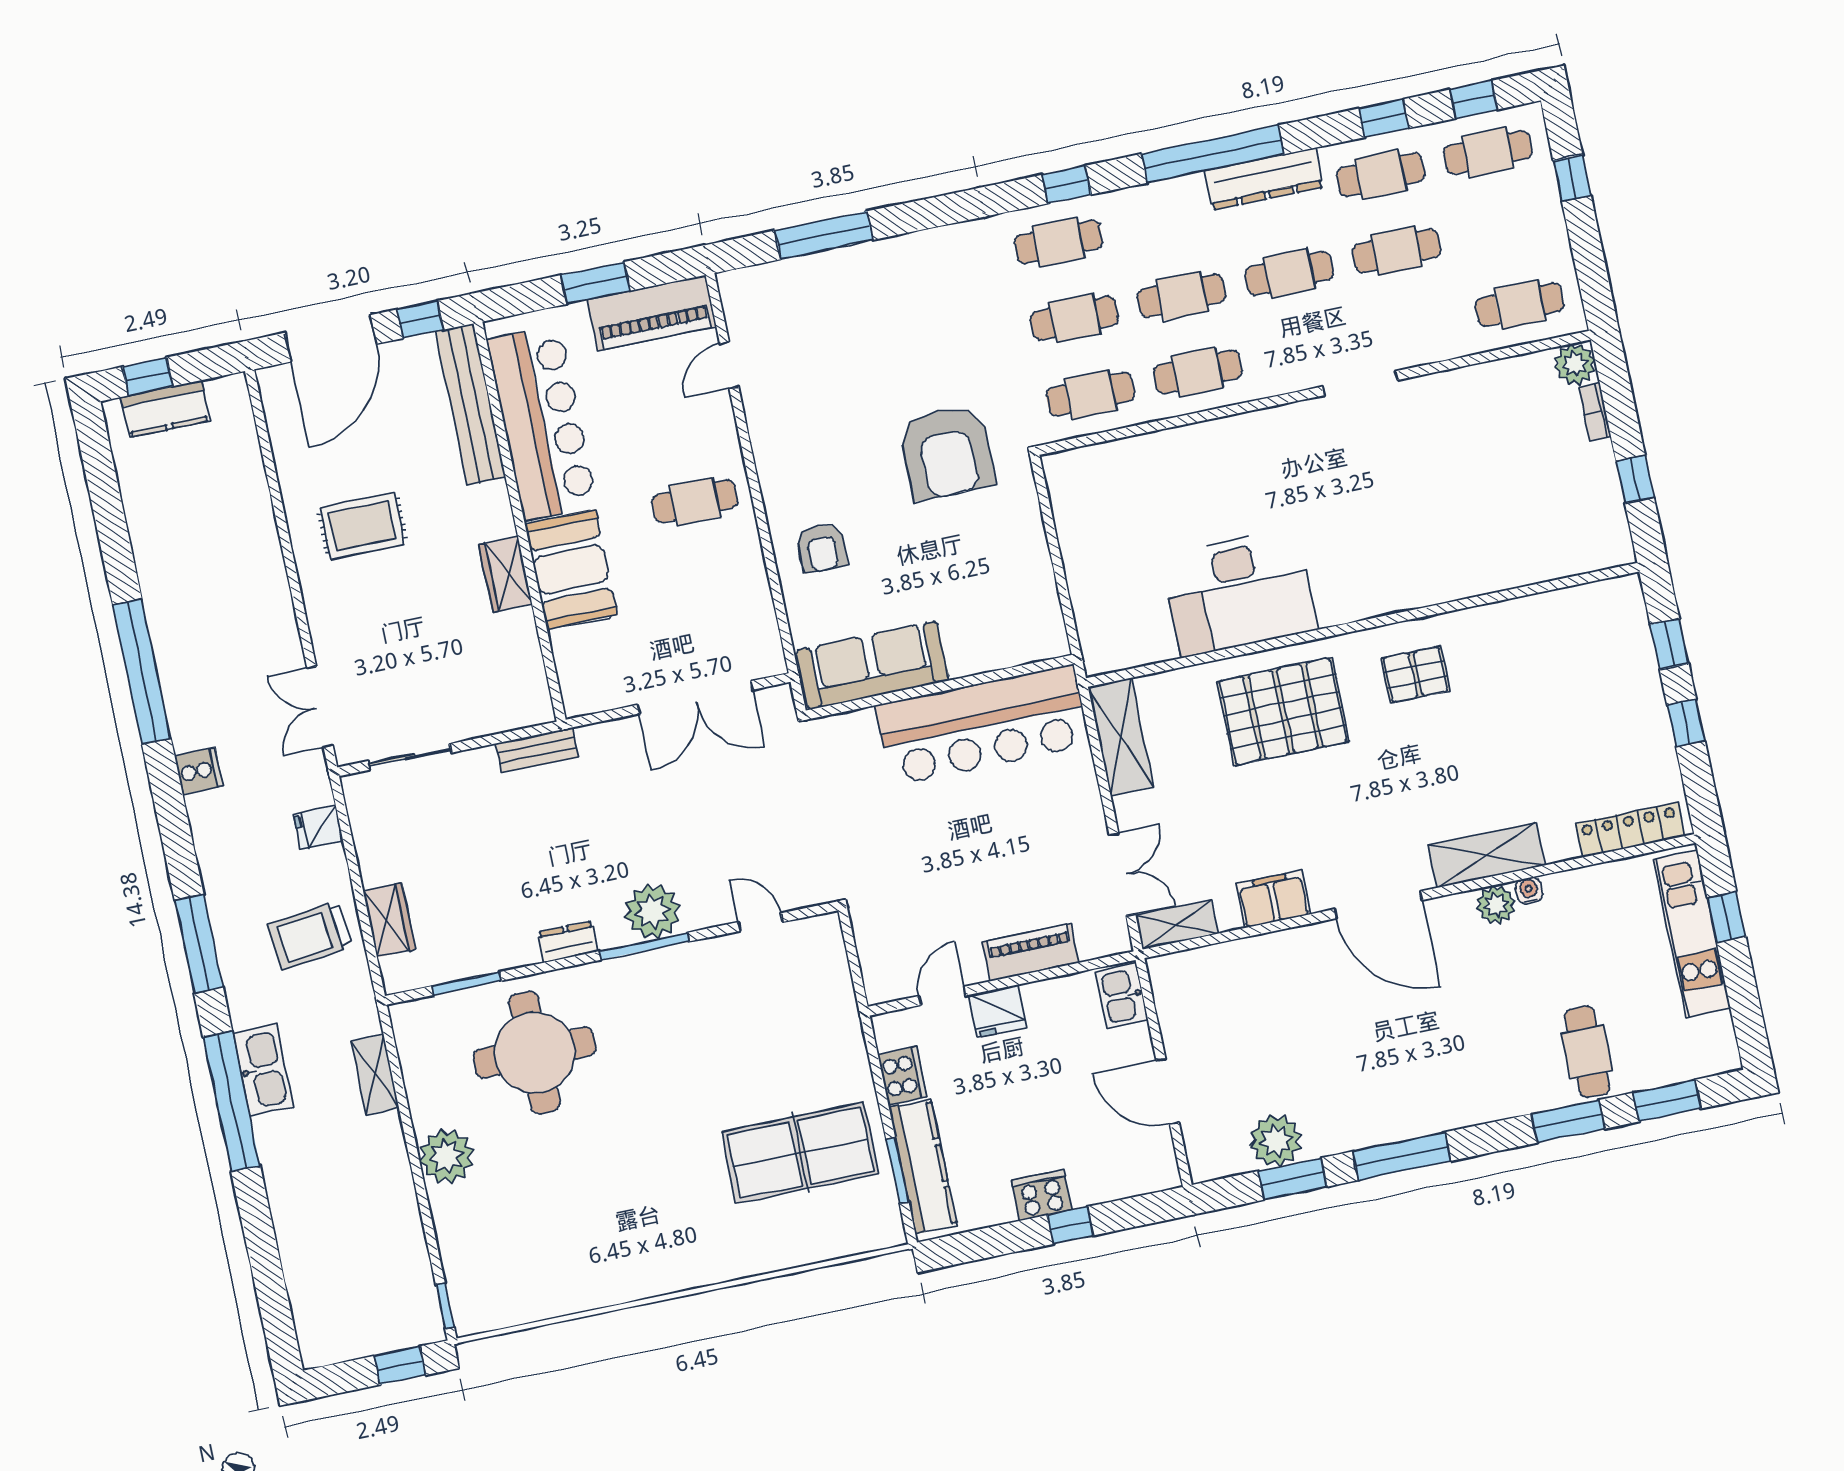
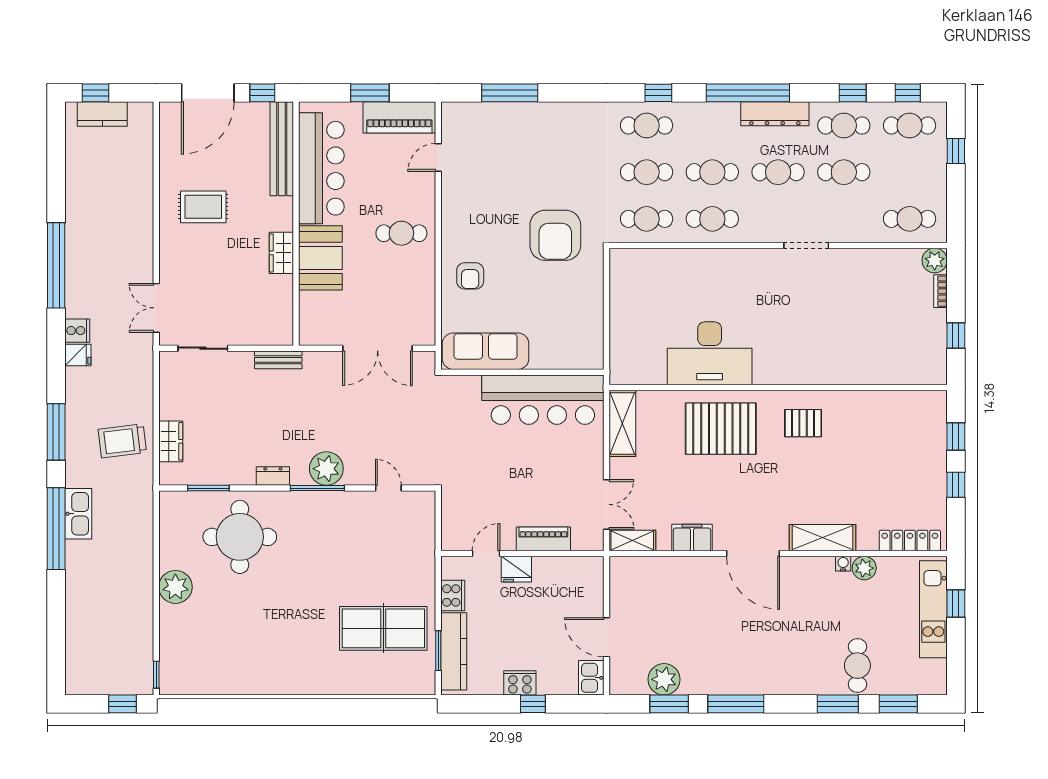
fridge: (318, 827) -> (78, 355), moved, turned 180
plant: (1496, 905) -> (864, 568), moved
kitchen sink: (1122, 996) -> (591, 678), moved
shelving: (375, 1075) -> (144, 530), removed

